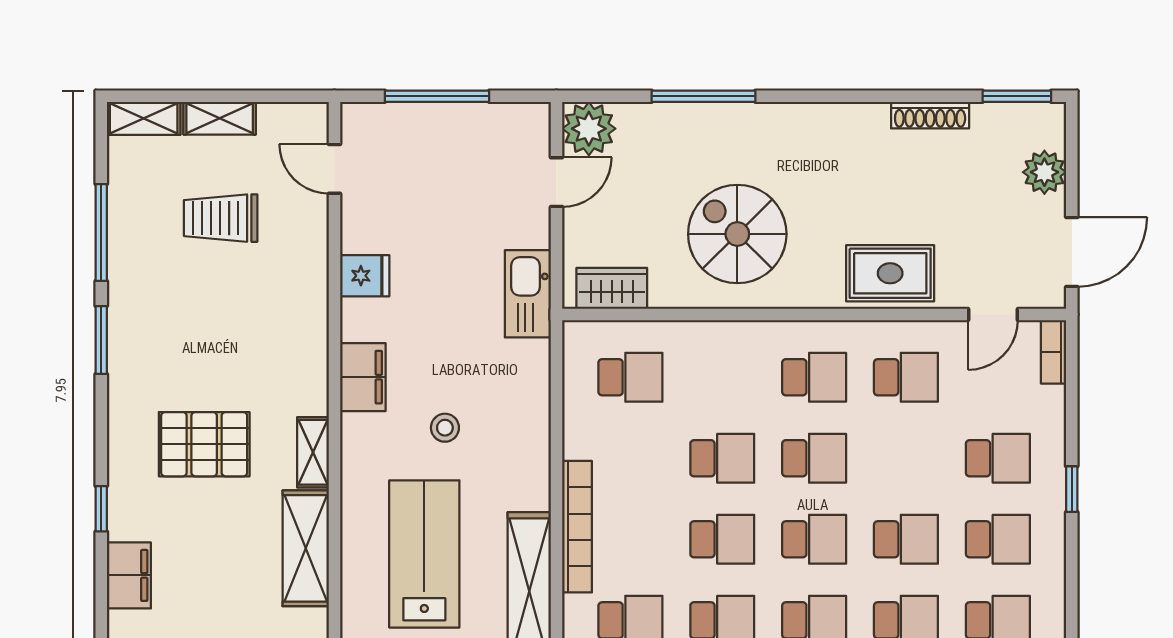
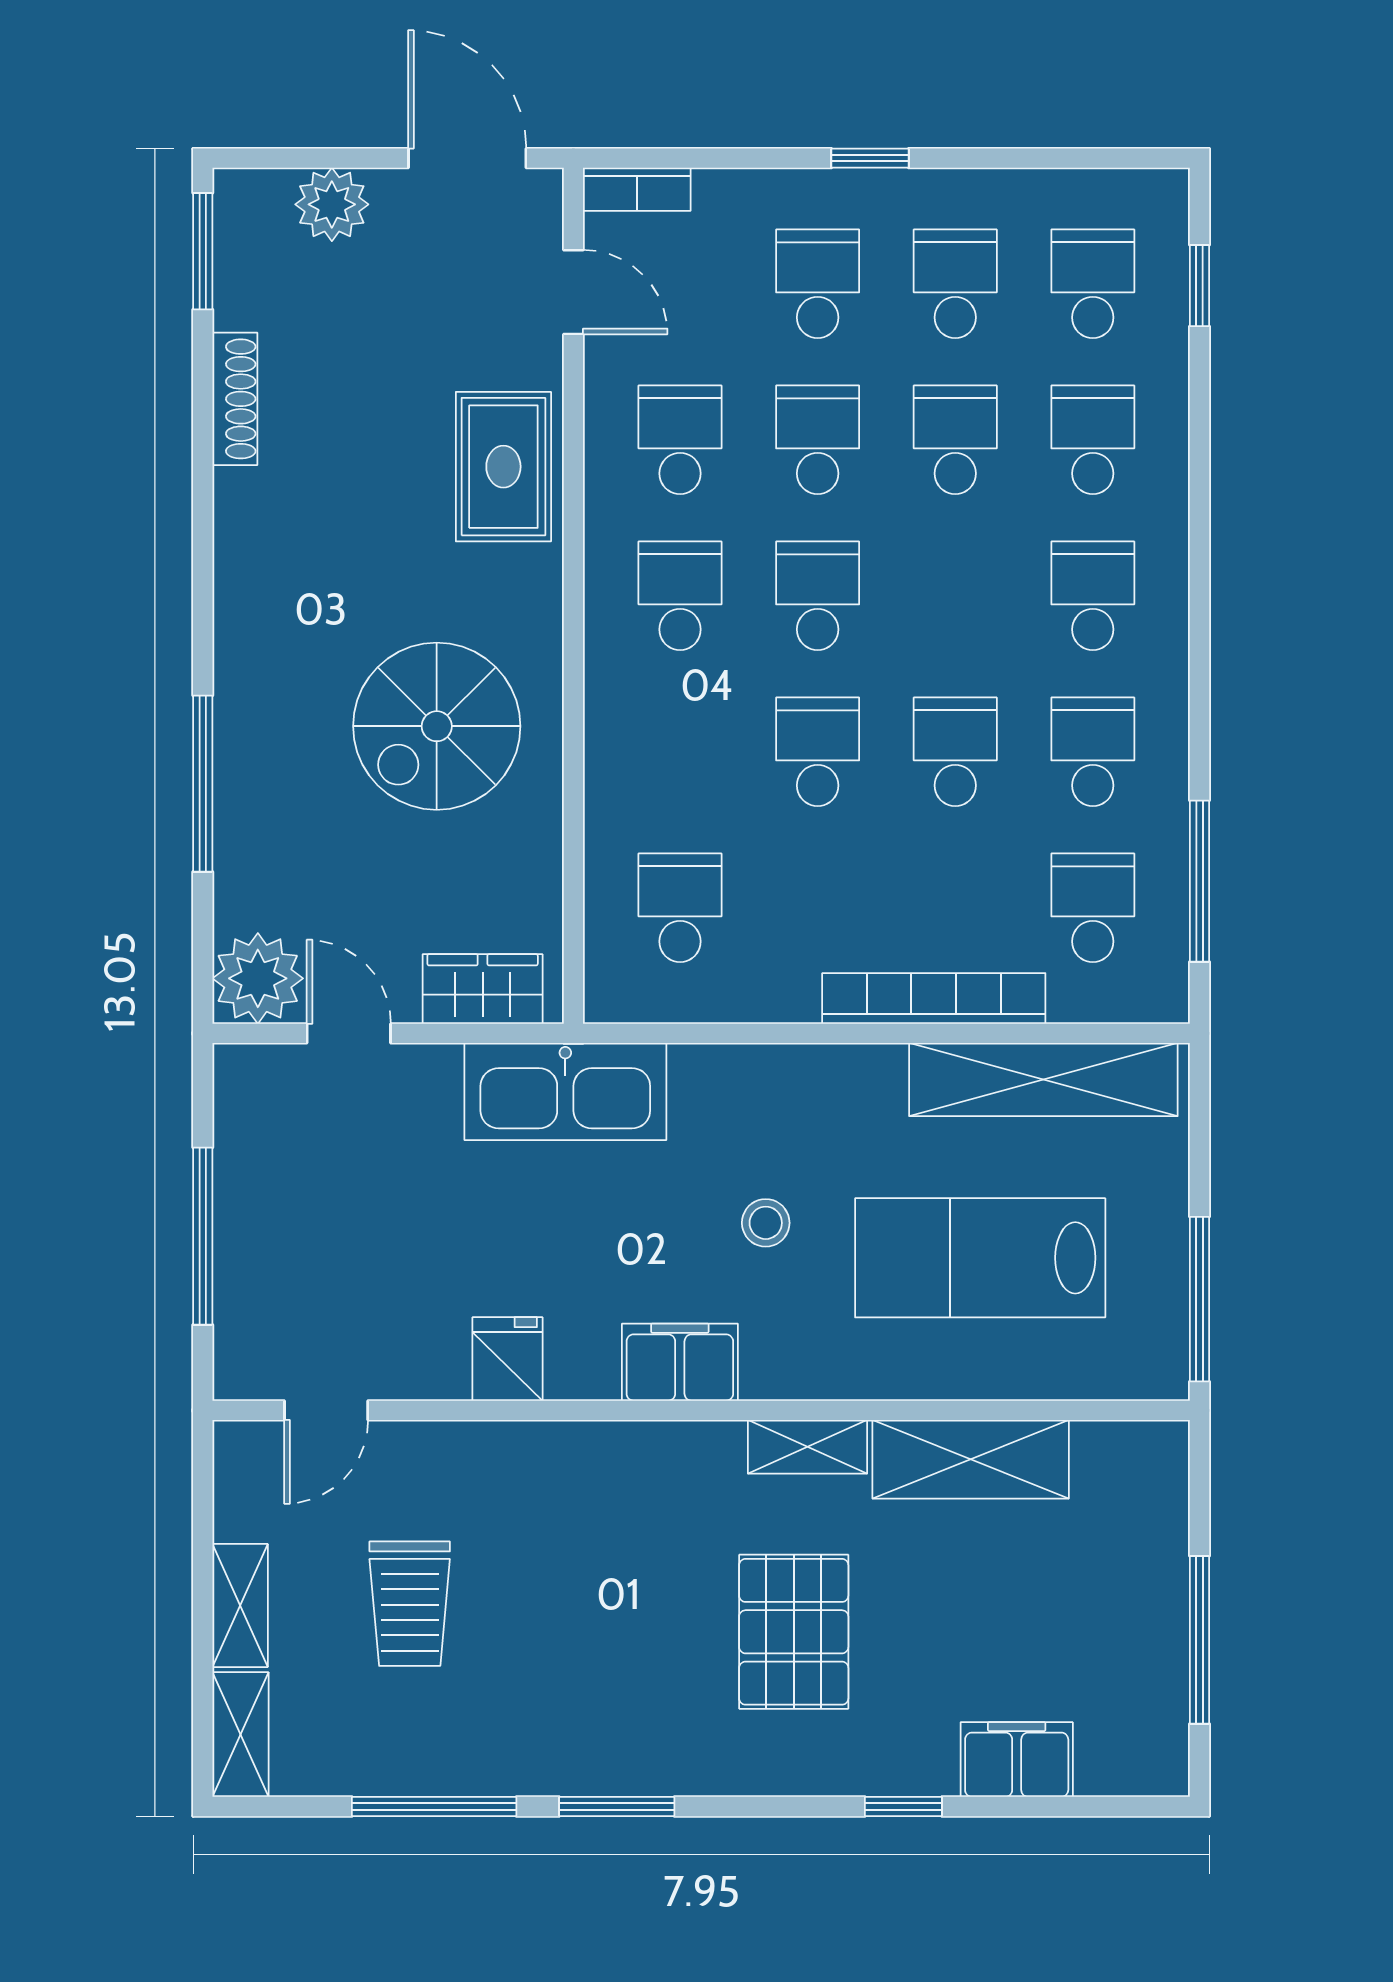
wardrobe: (612, 288) -> (483, 989), moved, turned 90
kitchen sink: (528, 294) -> (565, 1092), width x1.36, depth x1.24
school desk: (814, 539) -> (818, 440), moved

